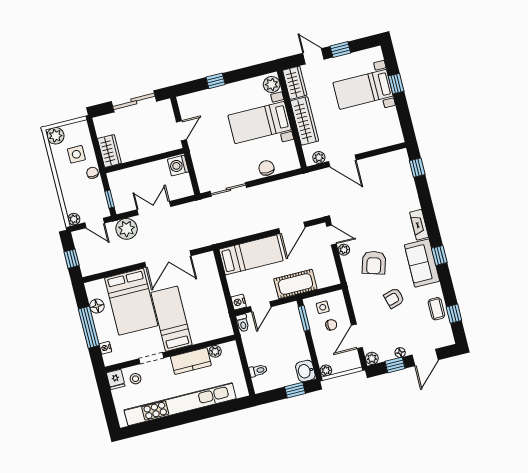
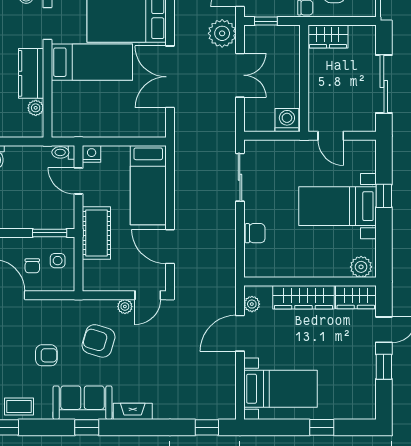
bed with nightstands: (363, 89) -> (280, 389), moved, turned 90
bed with nightstands: (260, 122) -> (337, 206), moved, turned -90
armchair: (394, 298) -> (46, 355), turned 106

